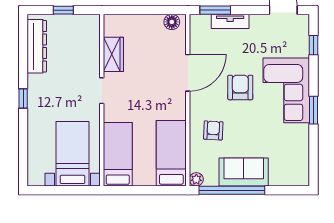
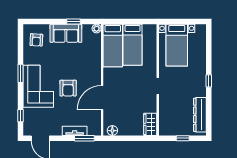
wardrobe: (113, 54) -> (150, 124), moved
armchair: (213, 130) -> (36, 40), moved
bed: (118, 154) -> (132, 45), moved
window: (232, 190) -> (73, 21), width x0.32

